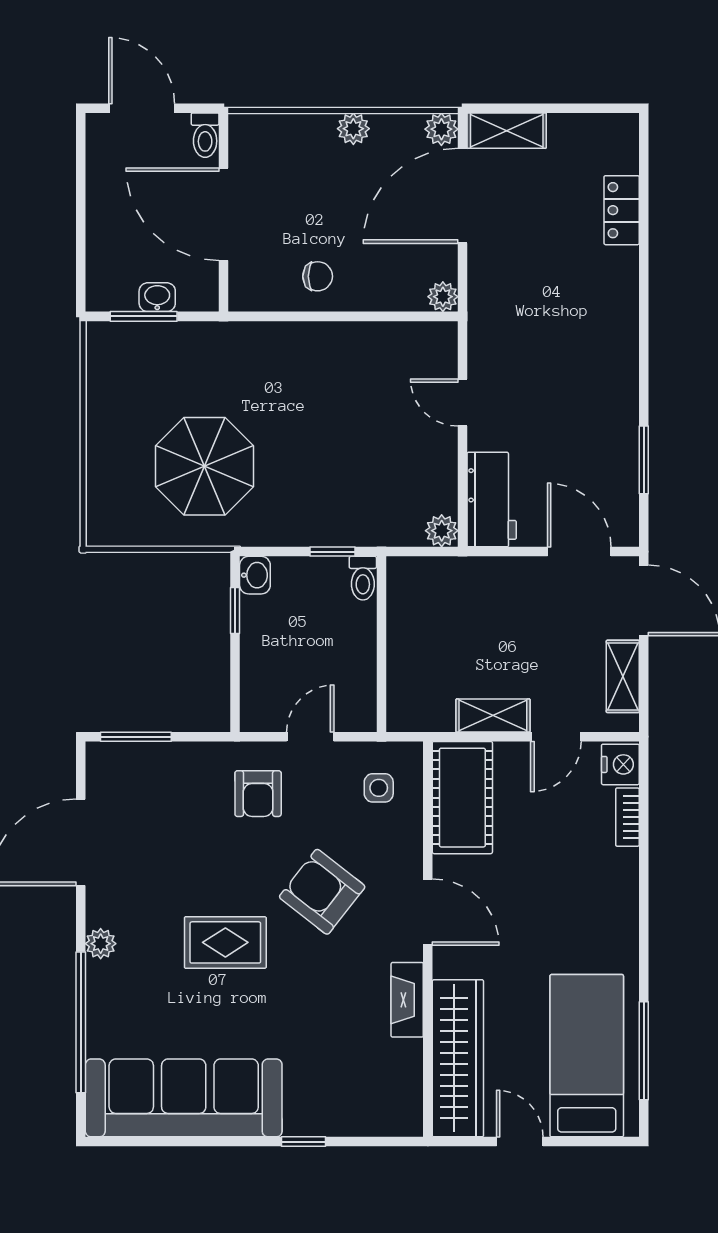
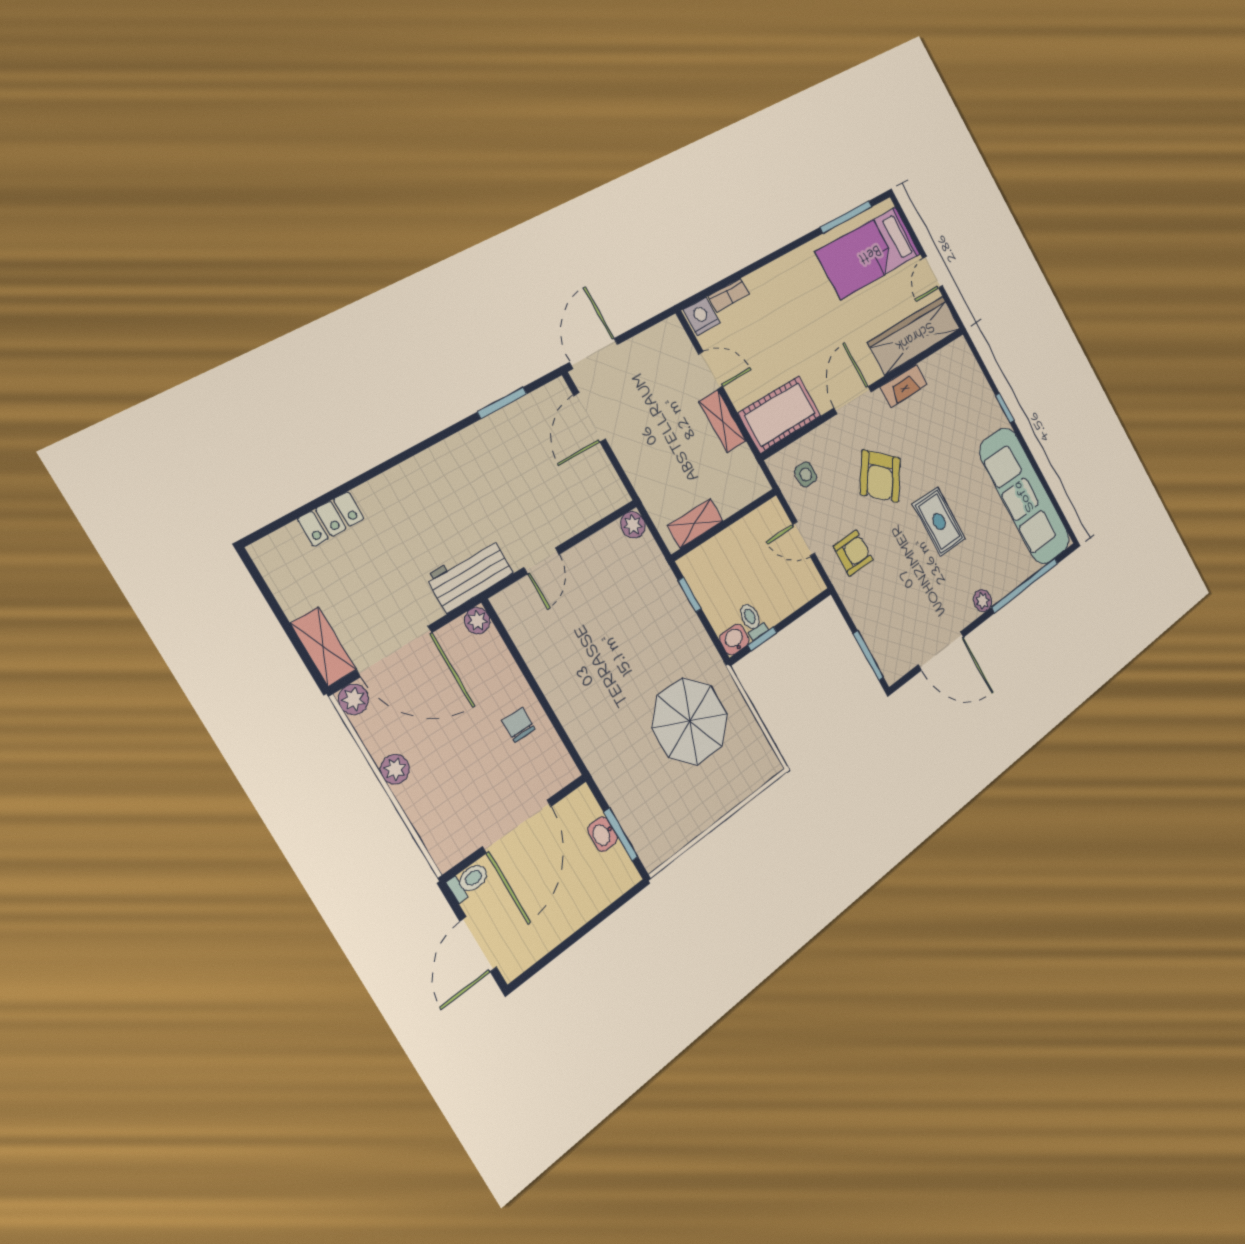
workbench: (492, 500) -> (470, 575), moved
toilet: (363, 578) -> (752, 621), moved, turned -90
shelving: (623, 676) -> (695, 523), moved

